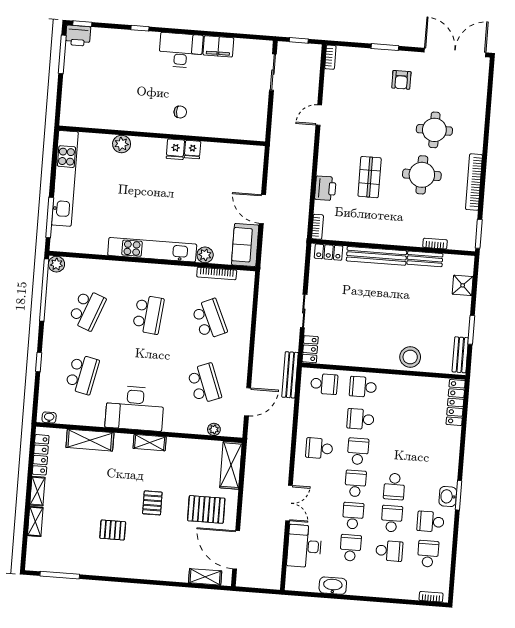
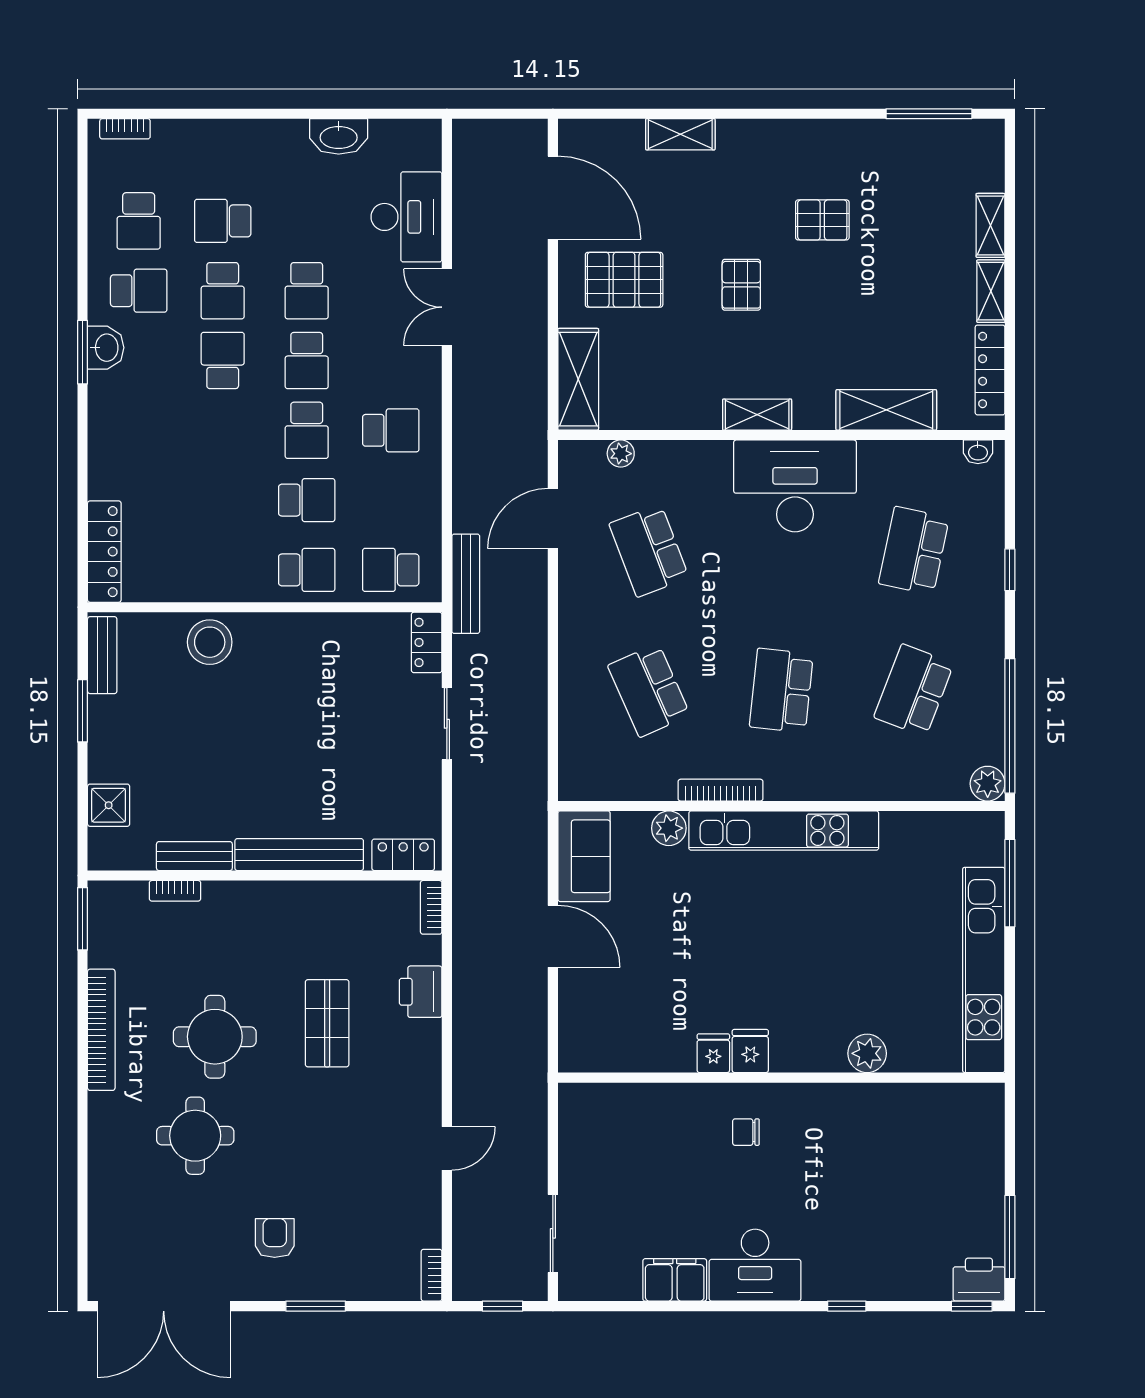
bookcase: (217, 273) -> (720, 790), moved
school desk: (351, 548) -> (307, 221), removed
shelving: (205, 577) -> (680, 134), moved

